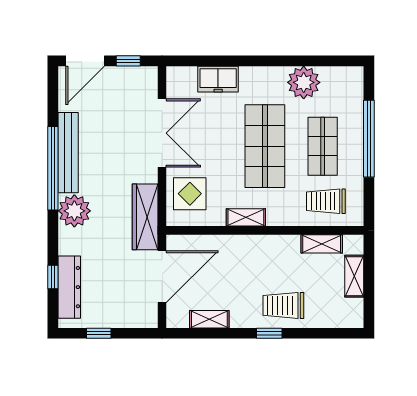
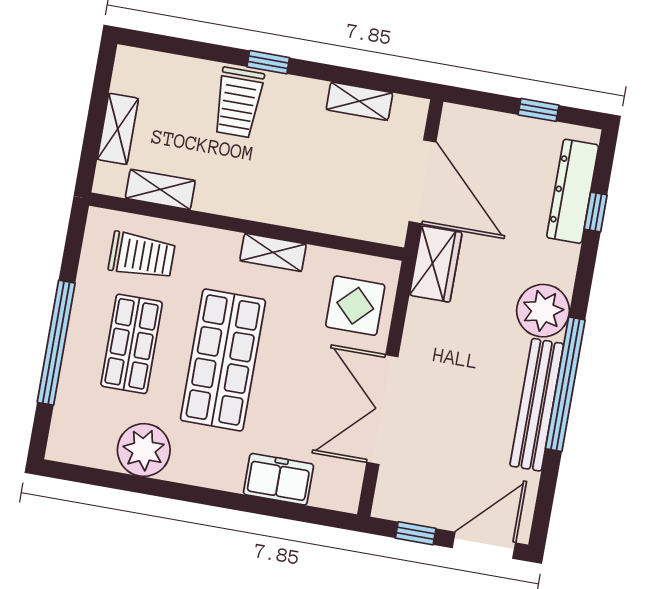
wardrobe: (145, 217) -> (436, 264), width x0.67
door: (162, 277) -> (423, 182), swing flipped
trolley: (283, 305) -> (238, 102), turned 90

